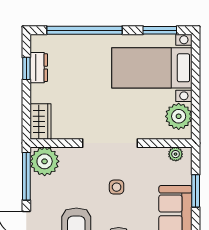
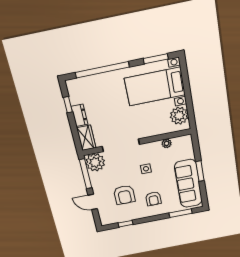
dresser: (39, 68) -> (80, 115), moved
doorway: (110, 143) -> (121, 145), moved
plant: (176, 154) -> (167, 143), moved
window: (196, 191) -> (200, 171), moved

